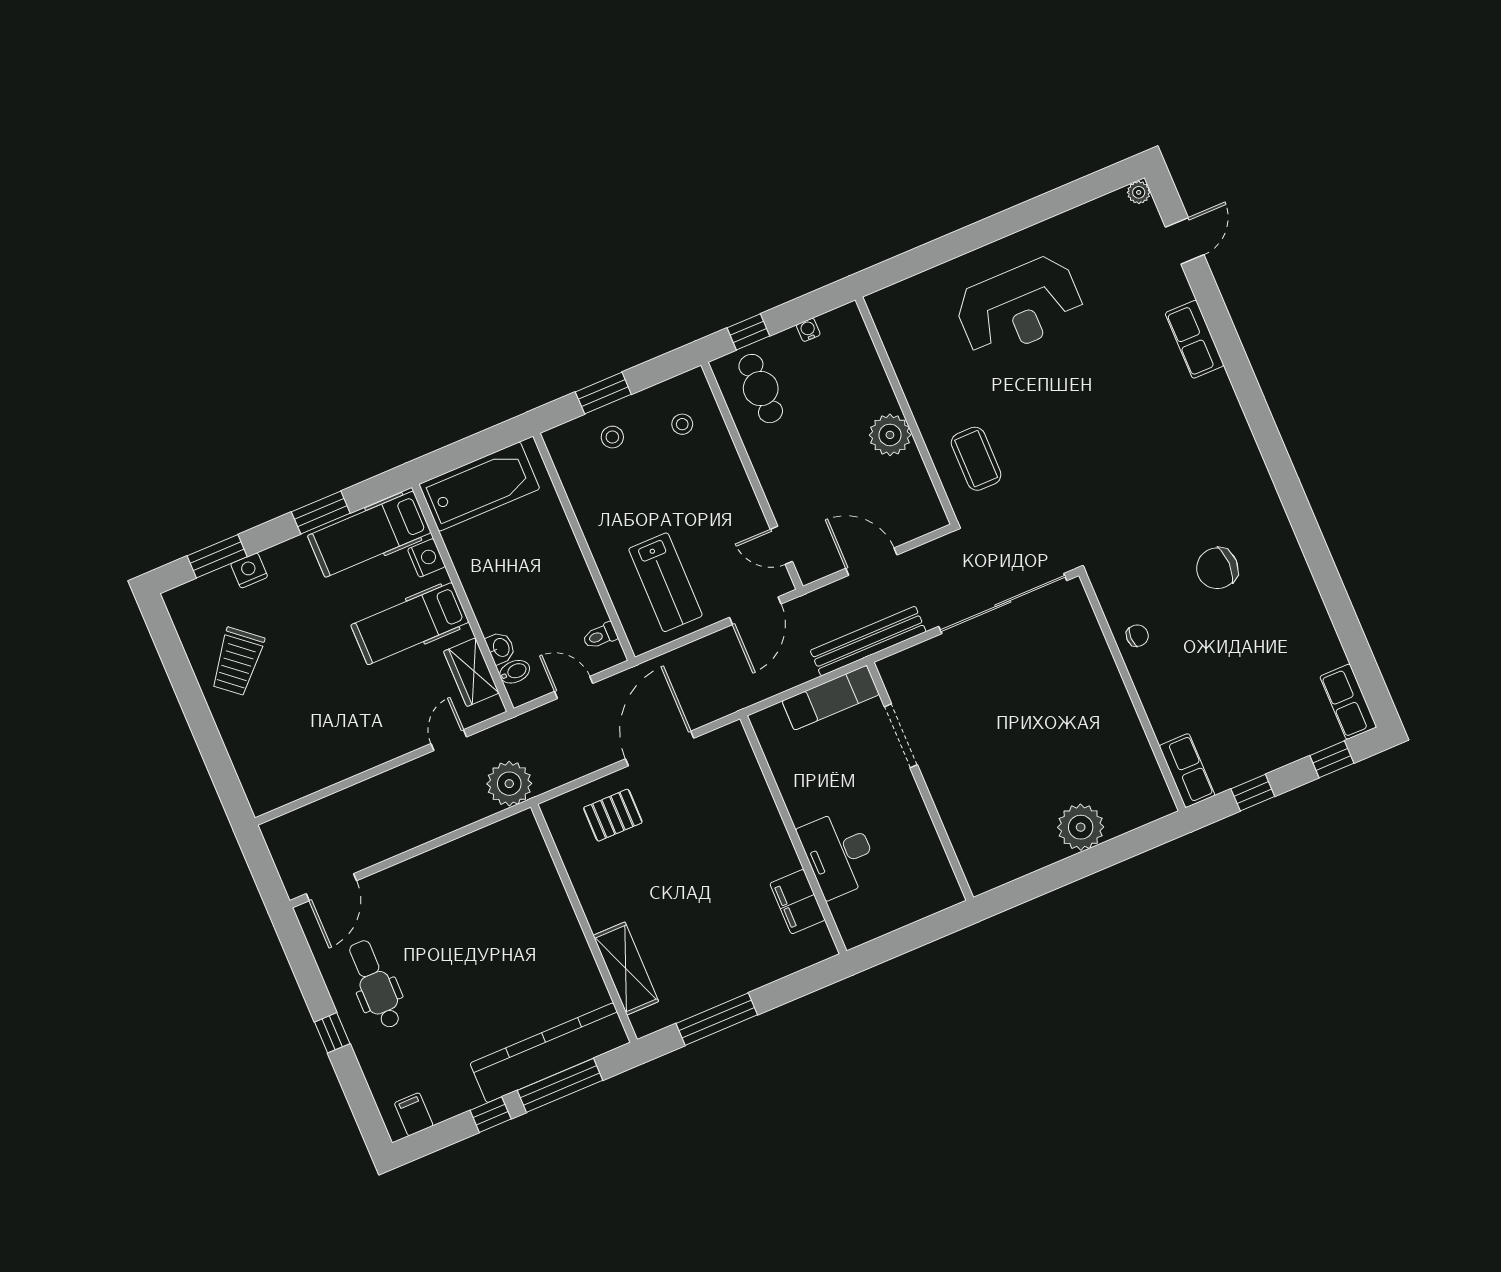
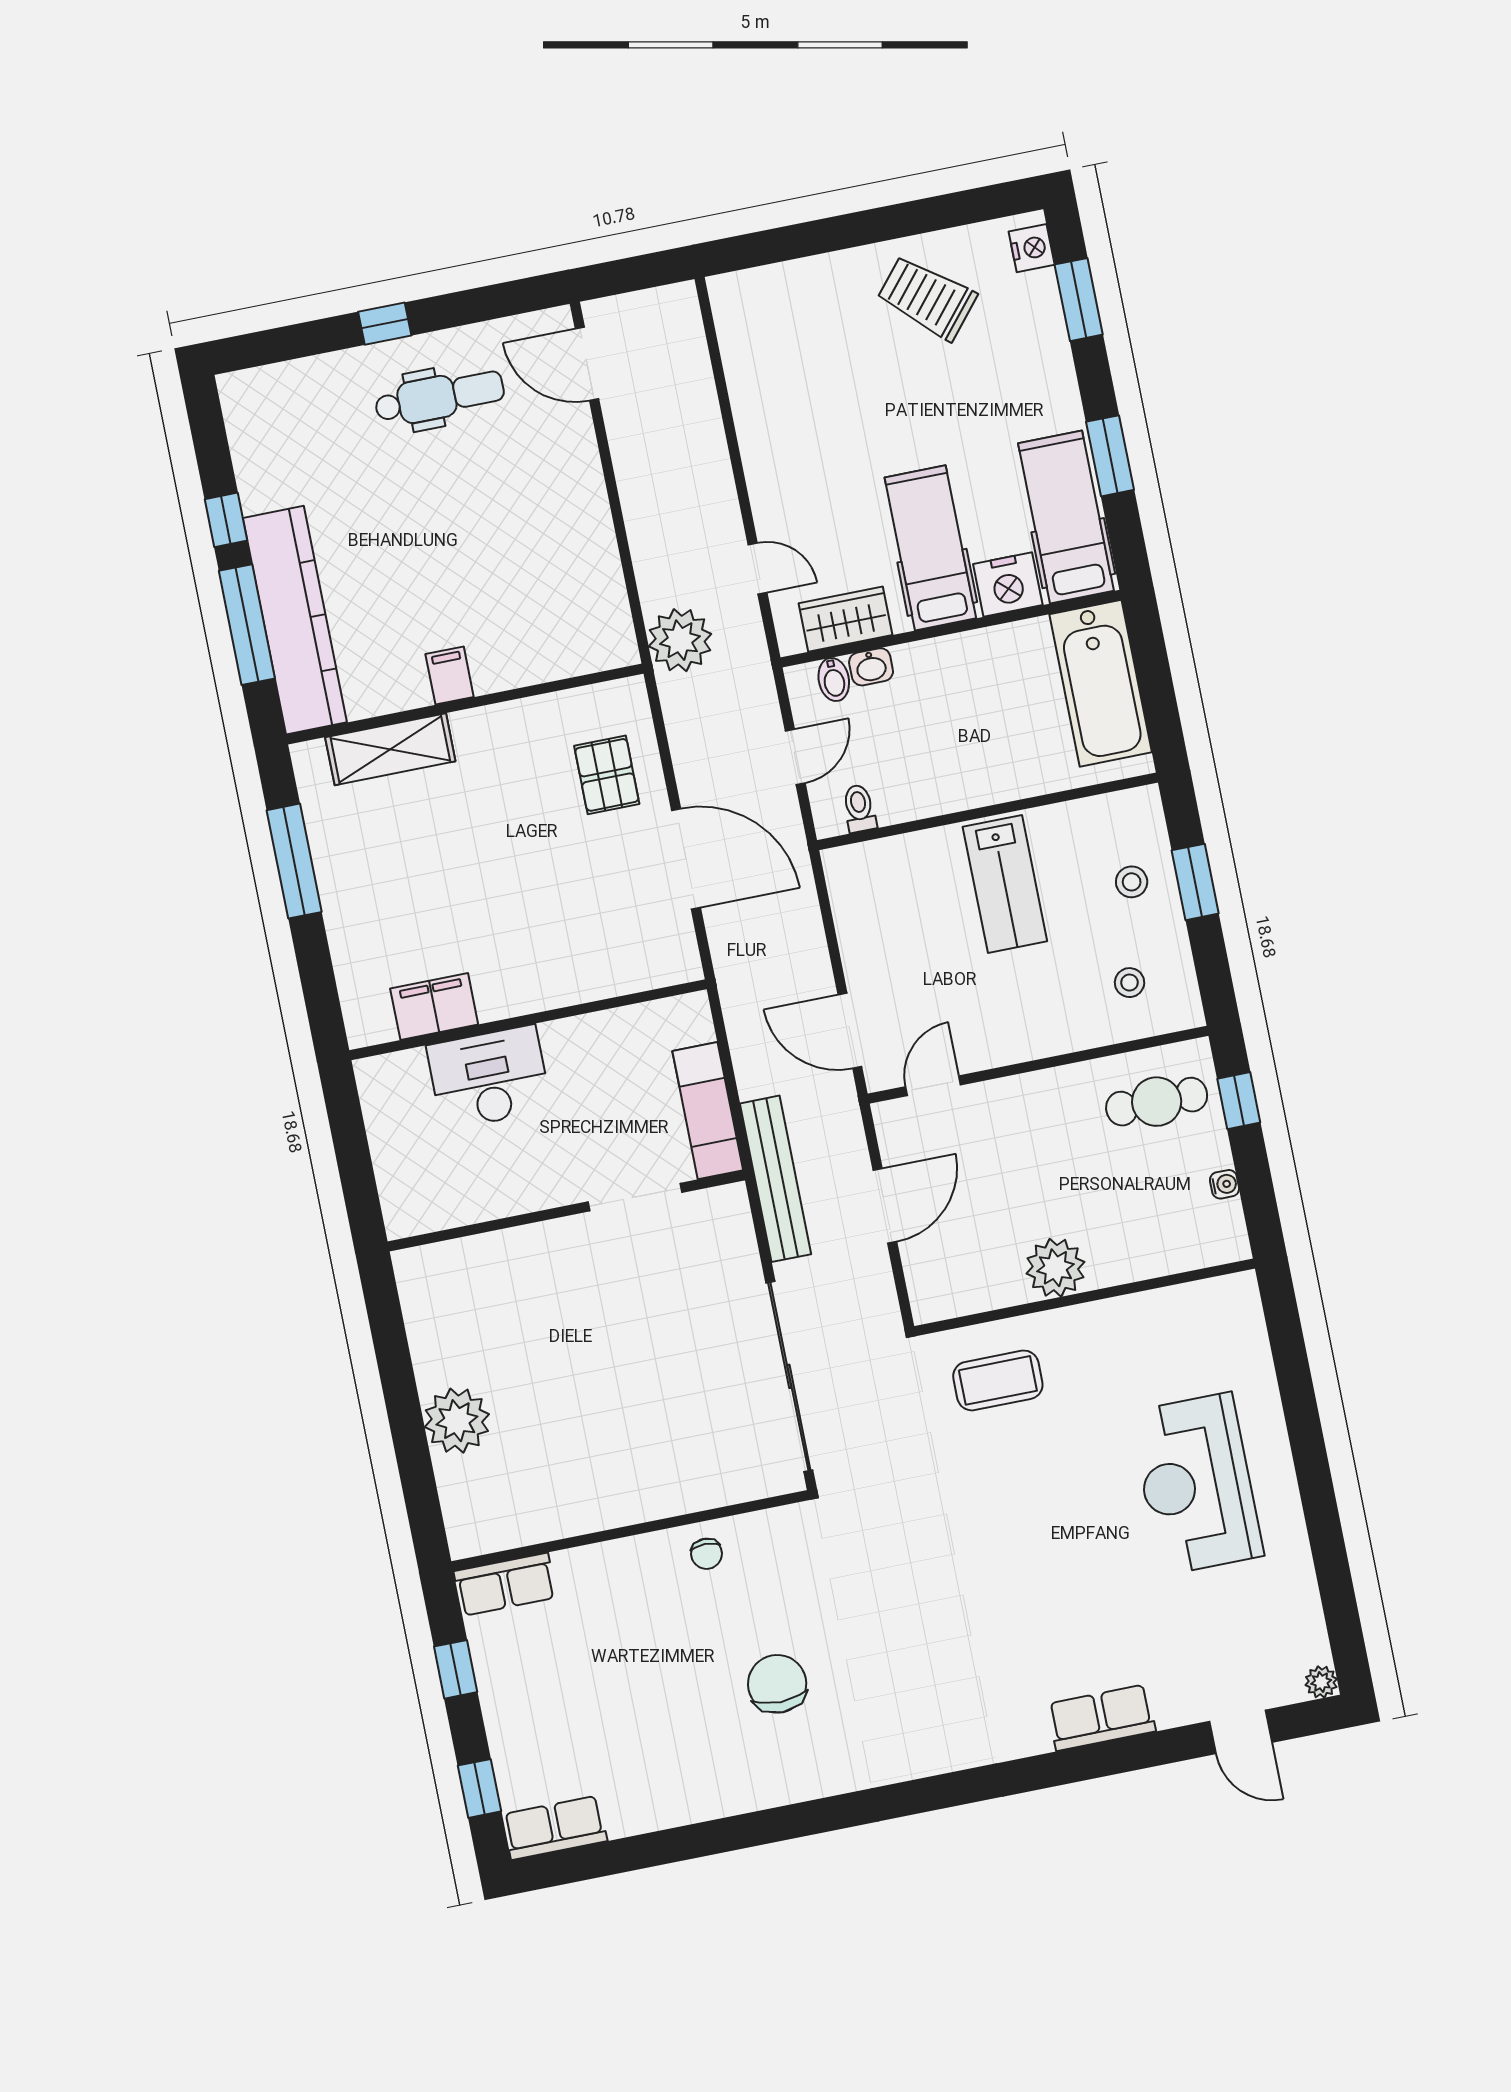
nightstand: (426, 558) -> (1008, 585), width x1.36, depth x1.33
nightstand: (249, 570) -> (1032, 248), moved
lab bench: (665, 582) -> (1005, 884), moved, turned -90
filing cabinet: (414, 1114) -> (450, 676), moved, turned -90

